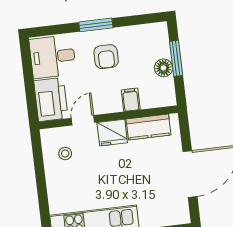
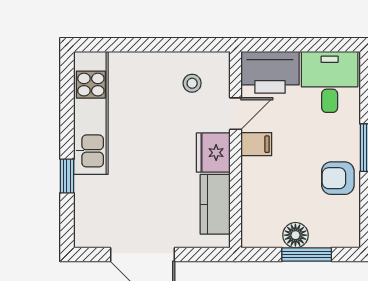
armchair: (106, 57) -> (338, 178), moved
filing cabinet: (131, 100) -> (256, 144), moved
door: (83, 120) -> (236, 114), hinge flipped

